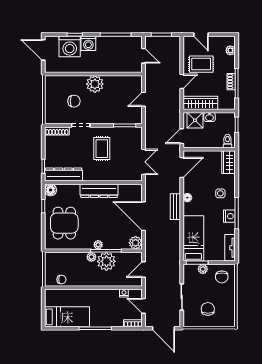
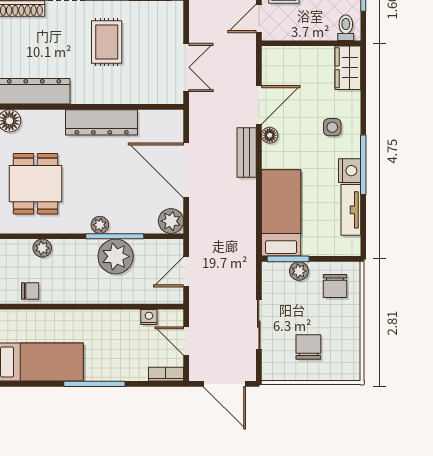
door: (182, 168) -> (259, 105), moved
tv unit: (230, 248) -> (351, 210), moved
plant: (91, 257) -> (42, 248), moved

